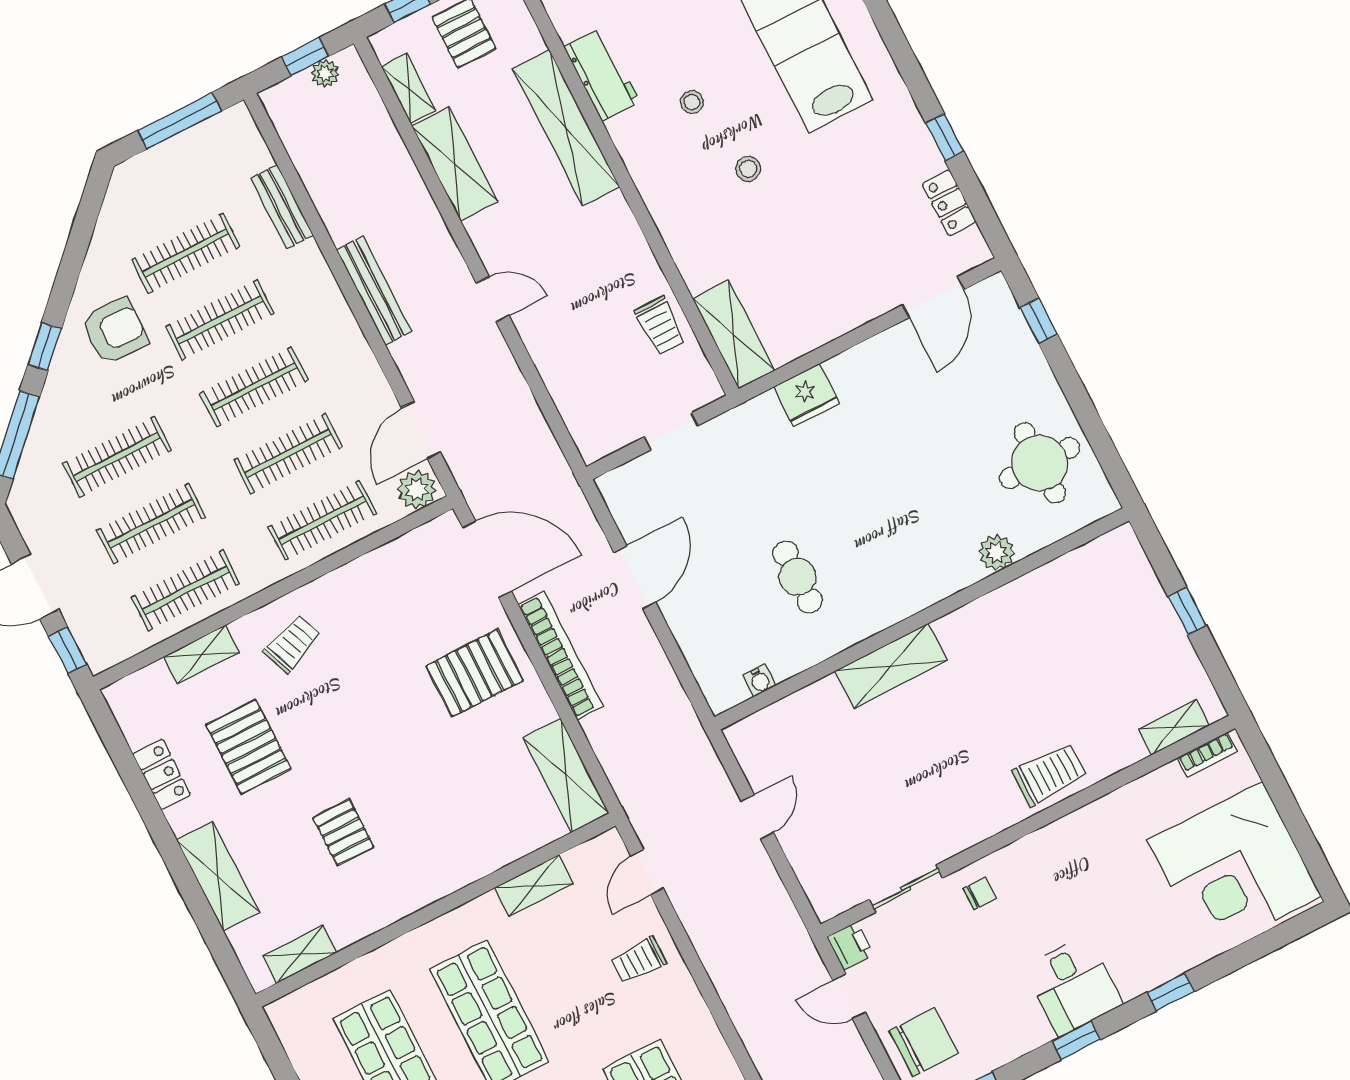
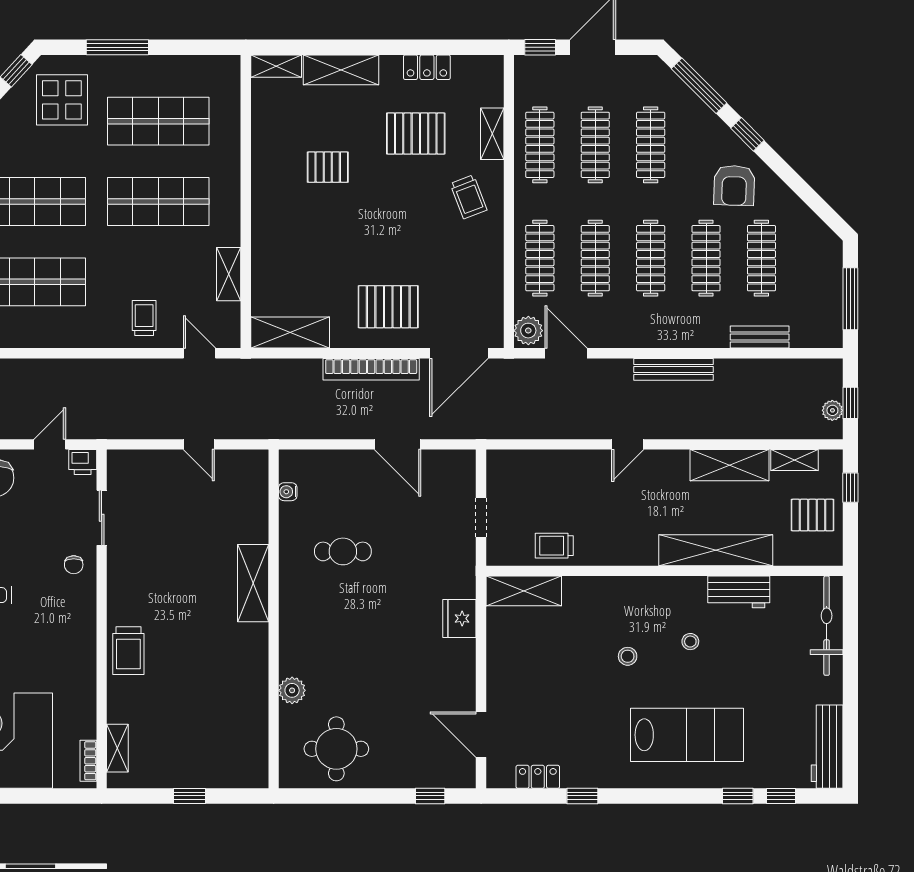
pallet: (474, 673) -> (388, 307), turned 90
shelving: (300, 954) -> (276, 66), moved, turned 90

